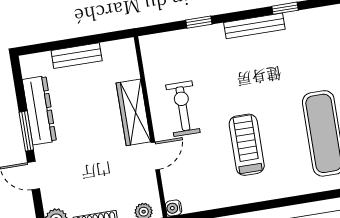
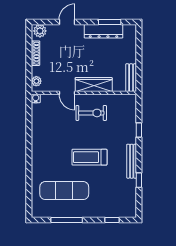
bench: (77, 56) -> (131, 78), moved
window: (26, 131) -> (110, 22), moved
treadmill: (247, 145) -> (89, 157), moved, turned 180

